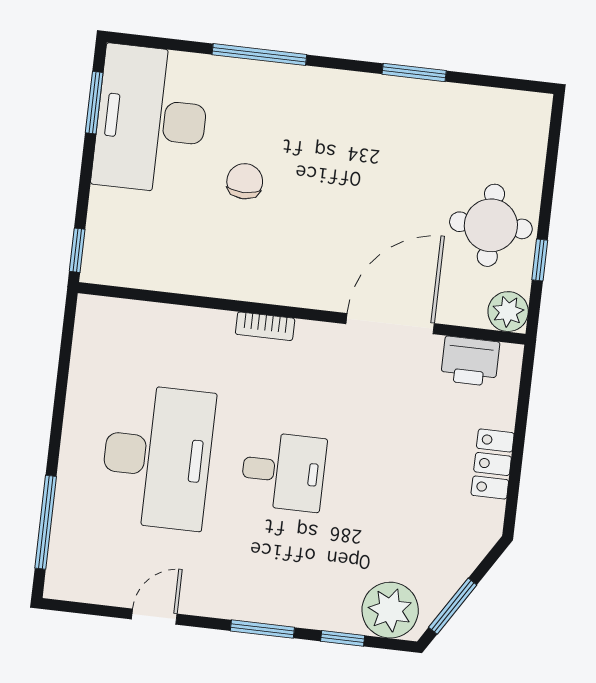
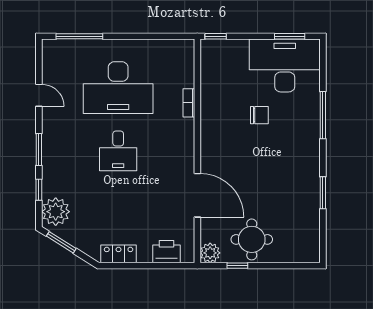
bookcase: (265, 326) -> (189, 103), moved
printer: (470, 361) -> (167, 252), moved, turned 90
locker: (493, 464) -> (119, 254), moved

